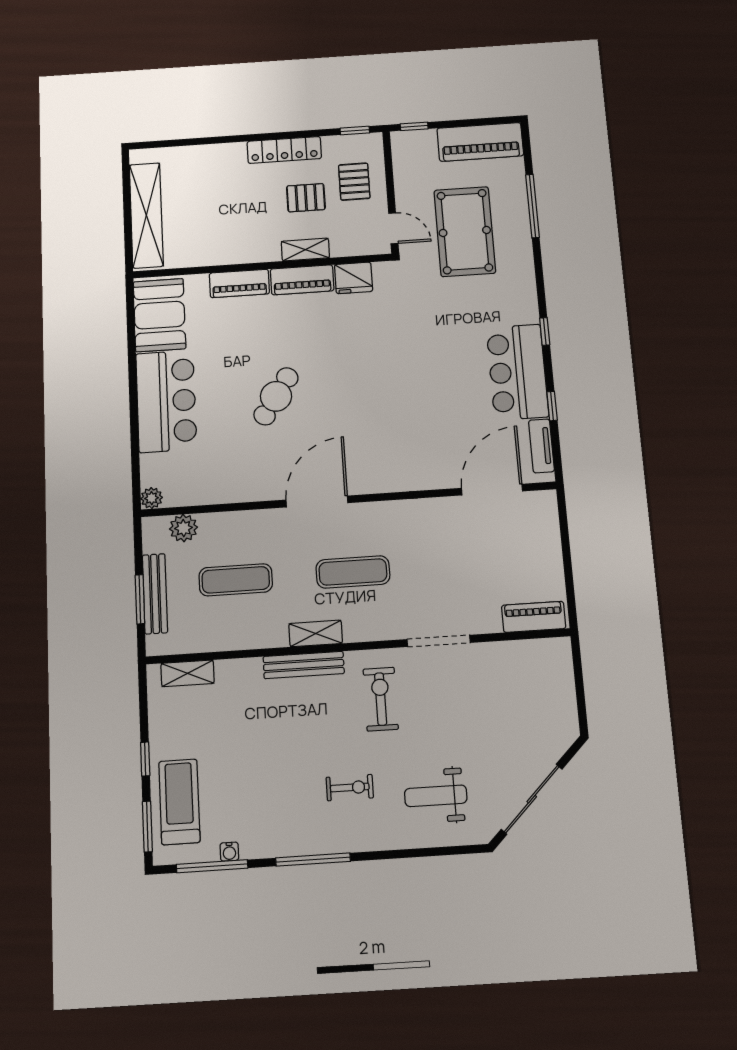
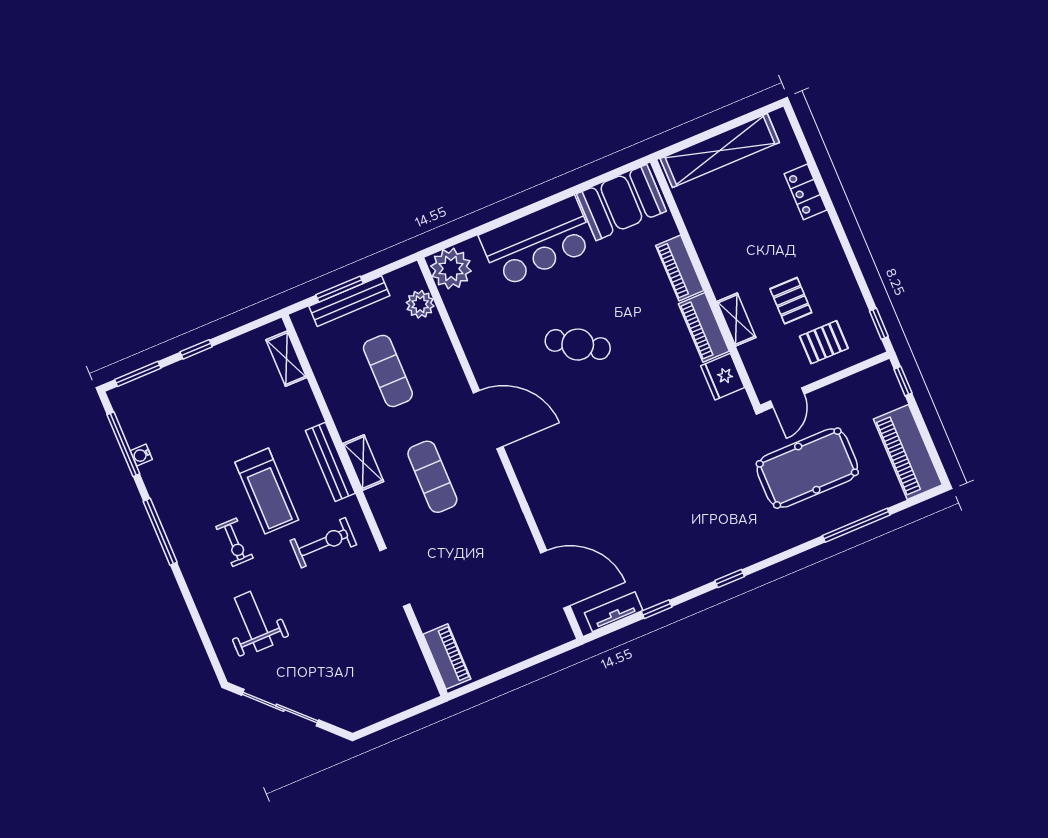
locker: (284, 150) -> (806, 192), moved, width x0.66
bar counter: (517, 372) -> (680, 566), removed
plant: (152, 498) -> (451, 269), width x1.87, depth x1.87
treadmill: (179, 802) -> (267, 491), moved, turned 90

